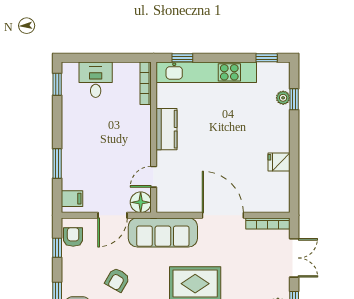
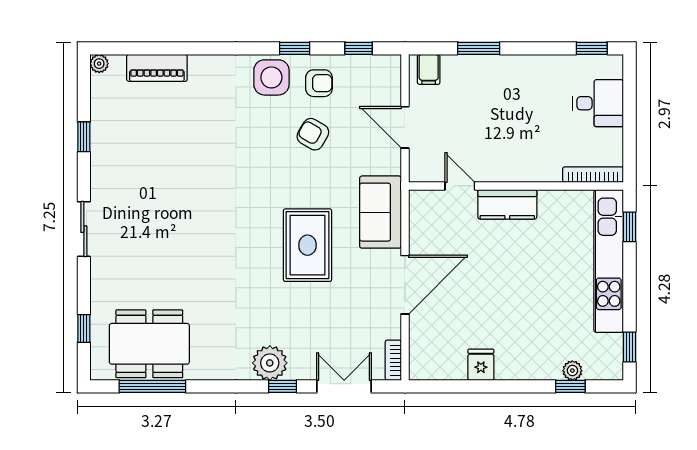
kitchen counter: (167, 129) -> (507, 204), moved
floor lamp: (141, 202) -> (423, 167), removed
bookcase: (268, 223) -> (393, 360), width x0.64
sofa: (163, 232) -> (380, 212), width x0.73
armchair: (73, 237) -> (319, 83), moved
double door: (294, 258) -> (344, 386), swing flipped

